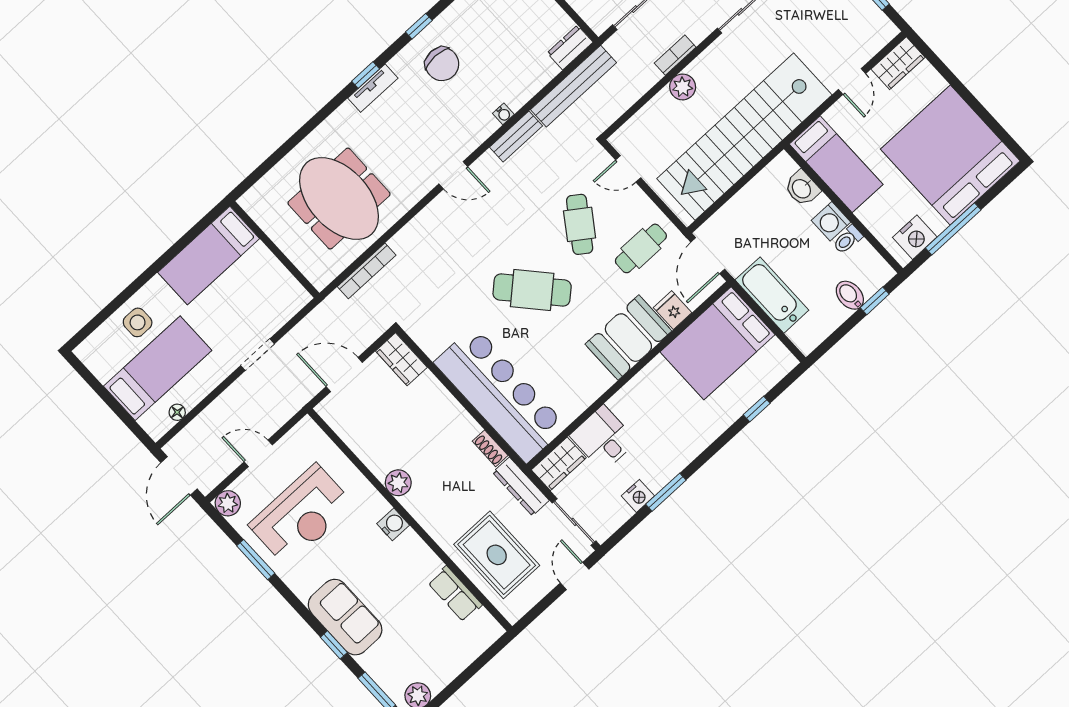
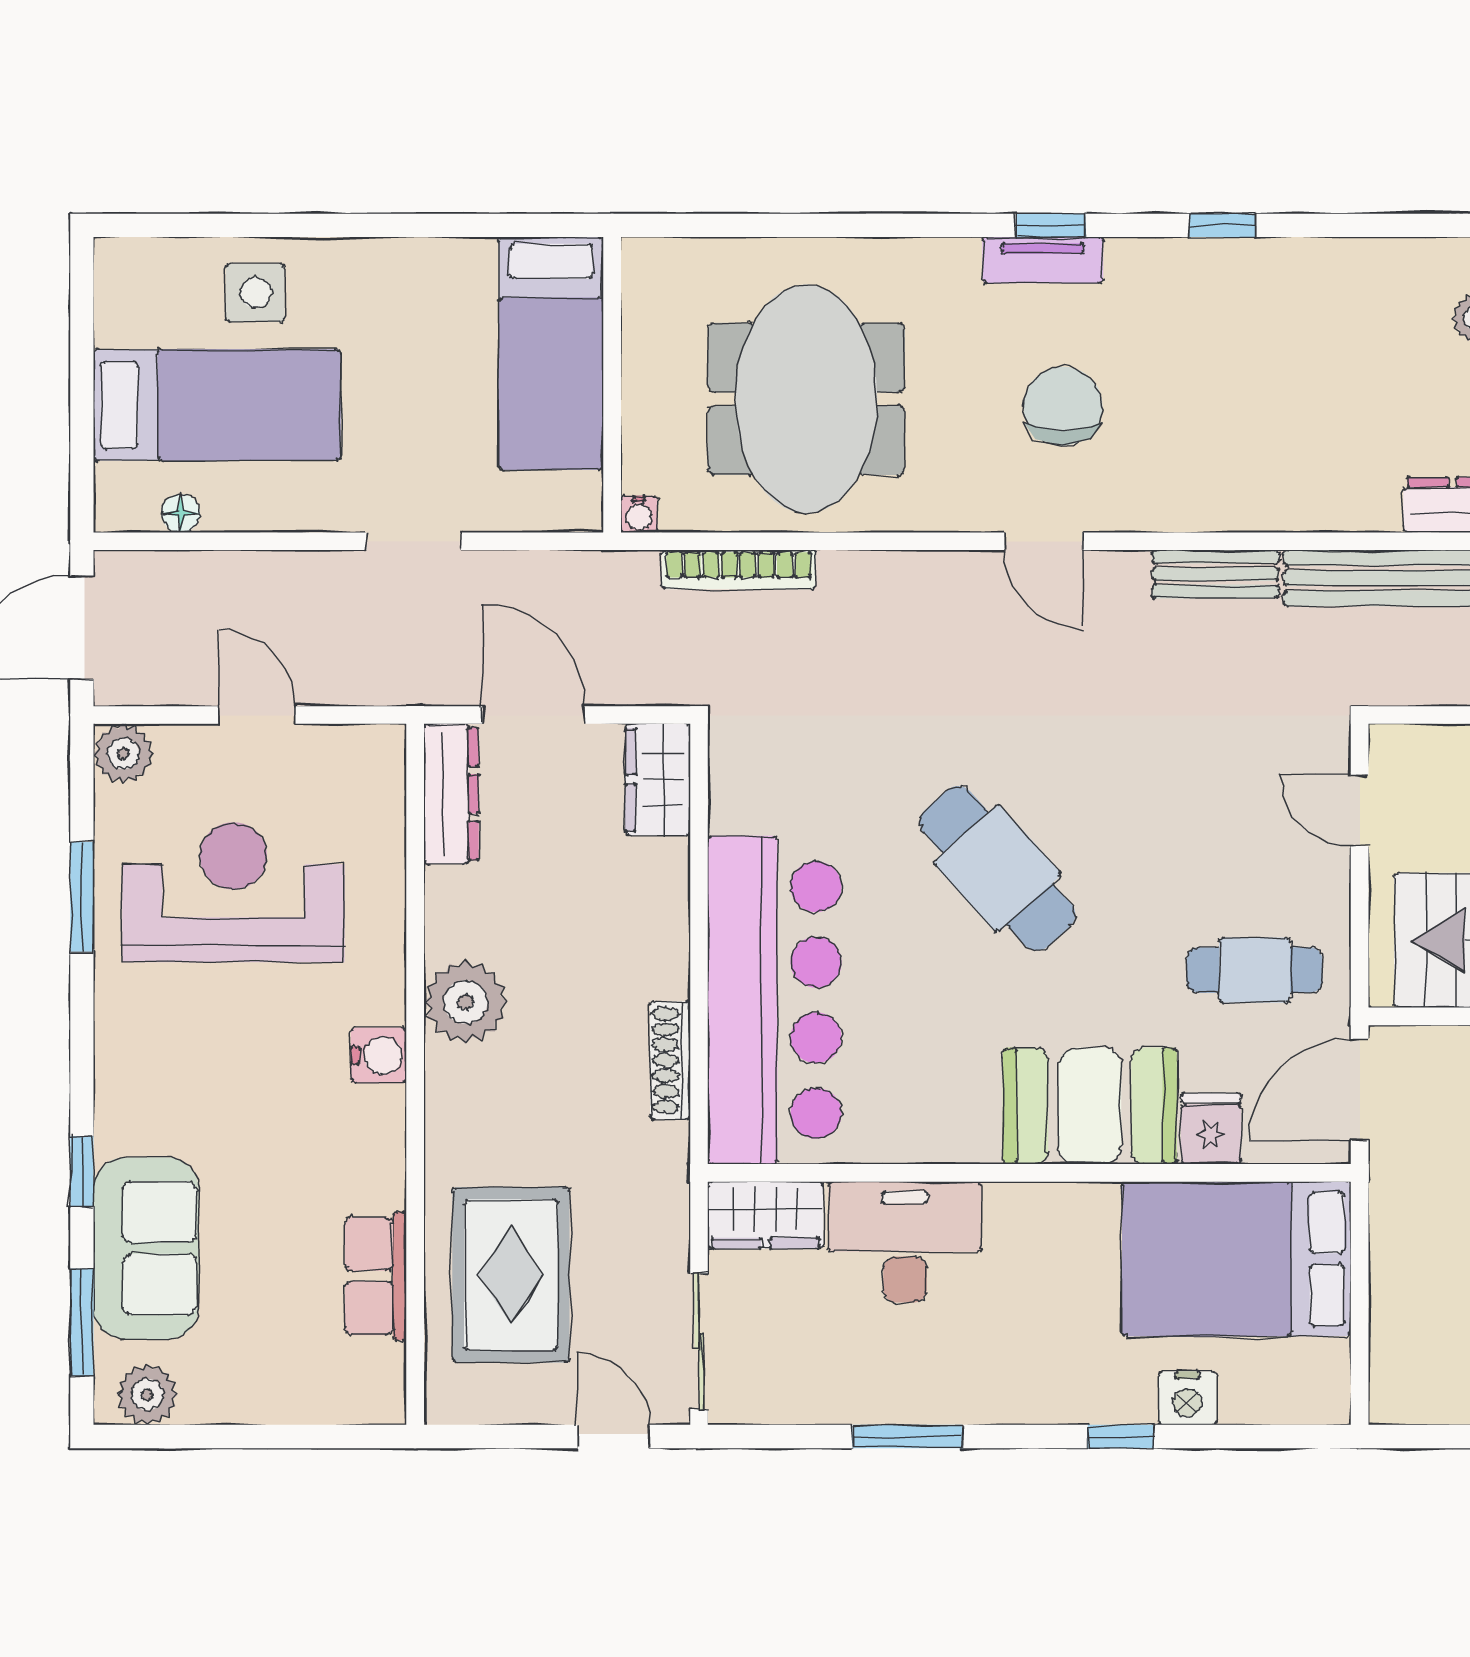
chair: (442, 64) -> (1063, 406), moved, turned 180
water cooler: (503, 114) -> (639, 514), moved
cafe table: (580, 224) -> (1186, 830), removed
bed: (209, 255) -> (551, 353), moved, turned -90
bathtub: (772, 295) -> (1409, 1262), removed
window: (757, 409) -> (1121, 1437), moved
desk: (603, 438) -> (905, 1242), width x1.37
shoe rack: (490, 448) -> (670, 1060), width x1.43
plant: (398, 483) -> (465, 1002), width x1.36, depth x1.36
dresser: (521, 486) -> (451, 794), moved, turned 180
nightstand: (638, 496) -> (1187, 1398), moved
reception desk: (301, 515) -> (233, 892), turned 180
door: (575, 576) -> (613, 1437), hinge flipped
sofa: (345, 617) -> (146, 1248), moved

